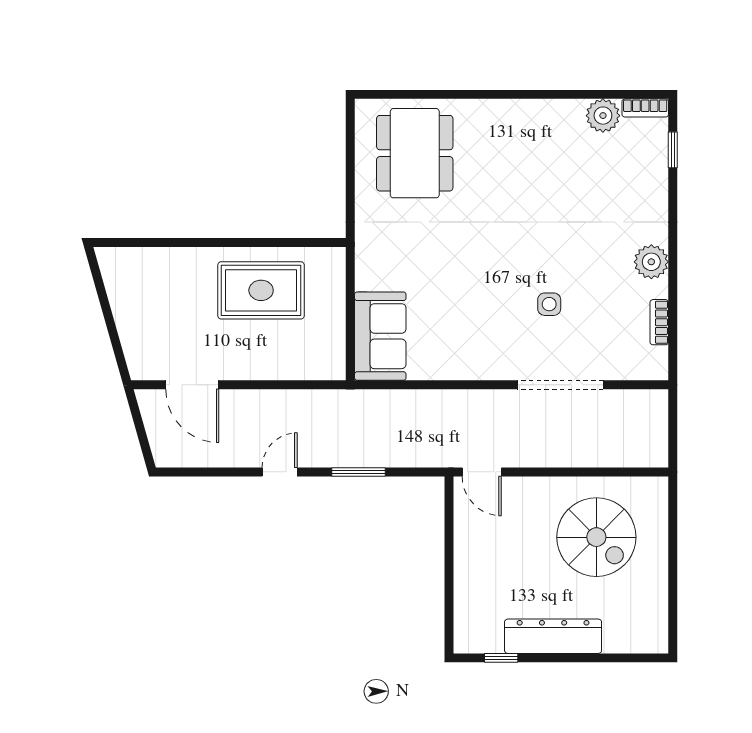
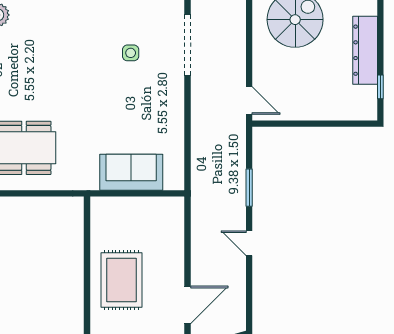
rug: (261, 290) -> (121, 280), moved
sofa: (380, 336) -> (131, 172), moved
door: (482, 472) -> (249, 101), hinge flipped

